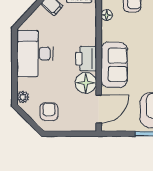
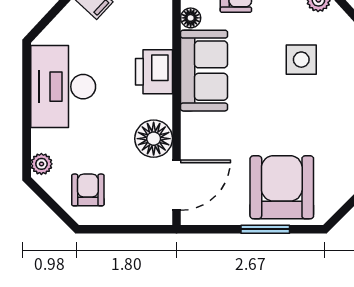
printer: (86, 59) -> (154, 72), moved
sofa: (114, 65) -> (204, 71), moved

